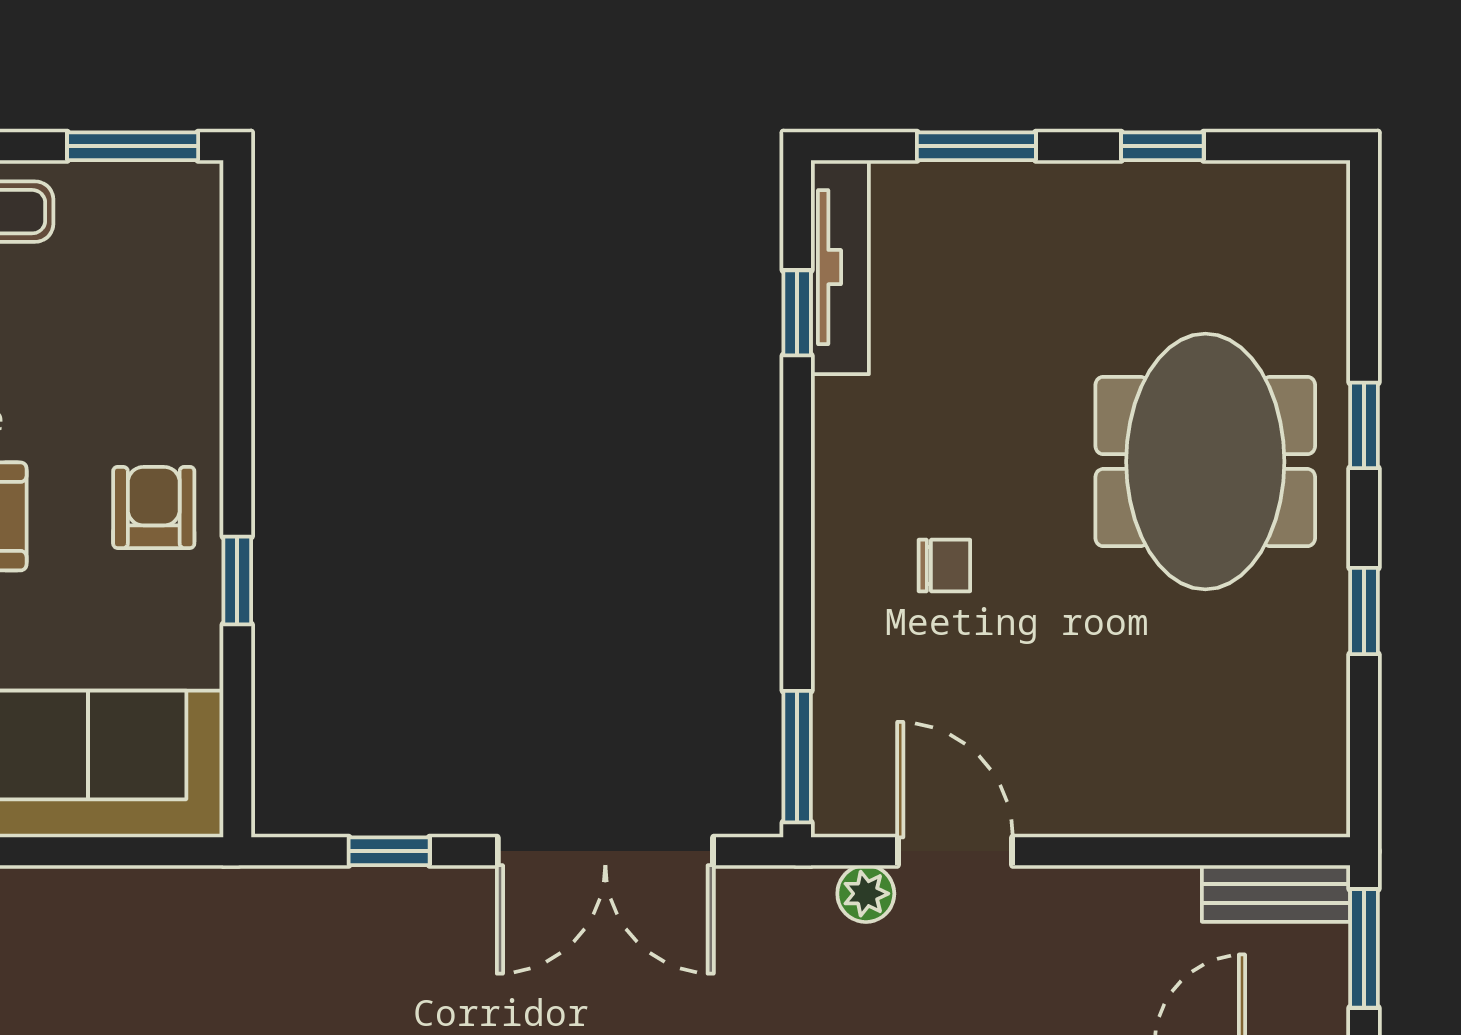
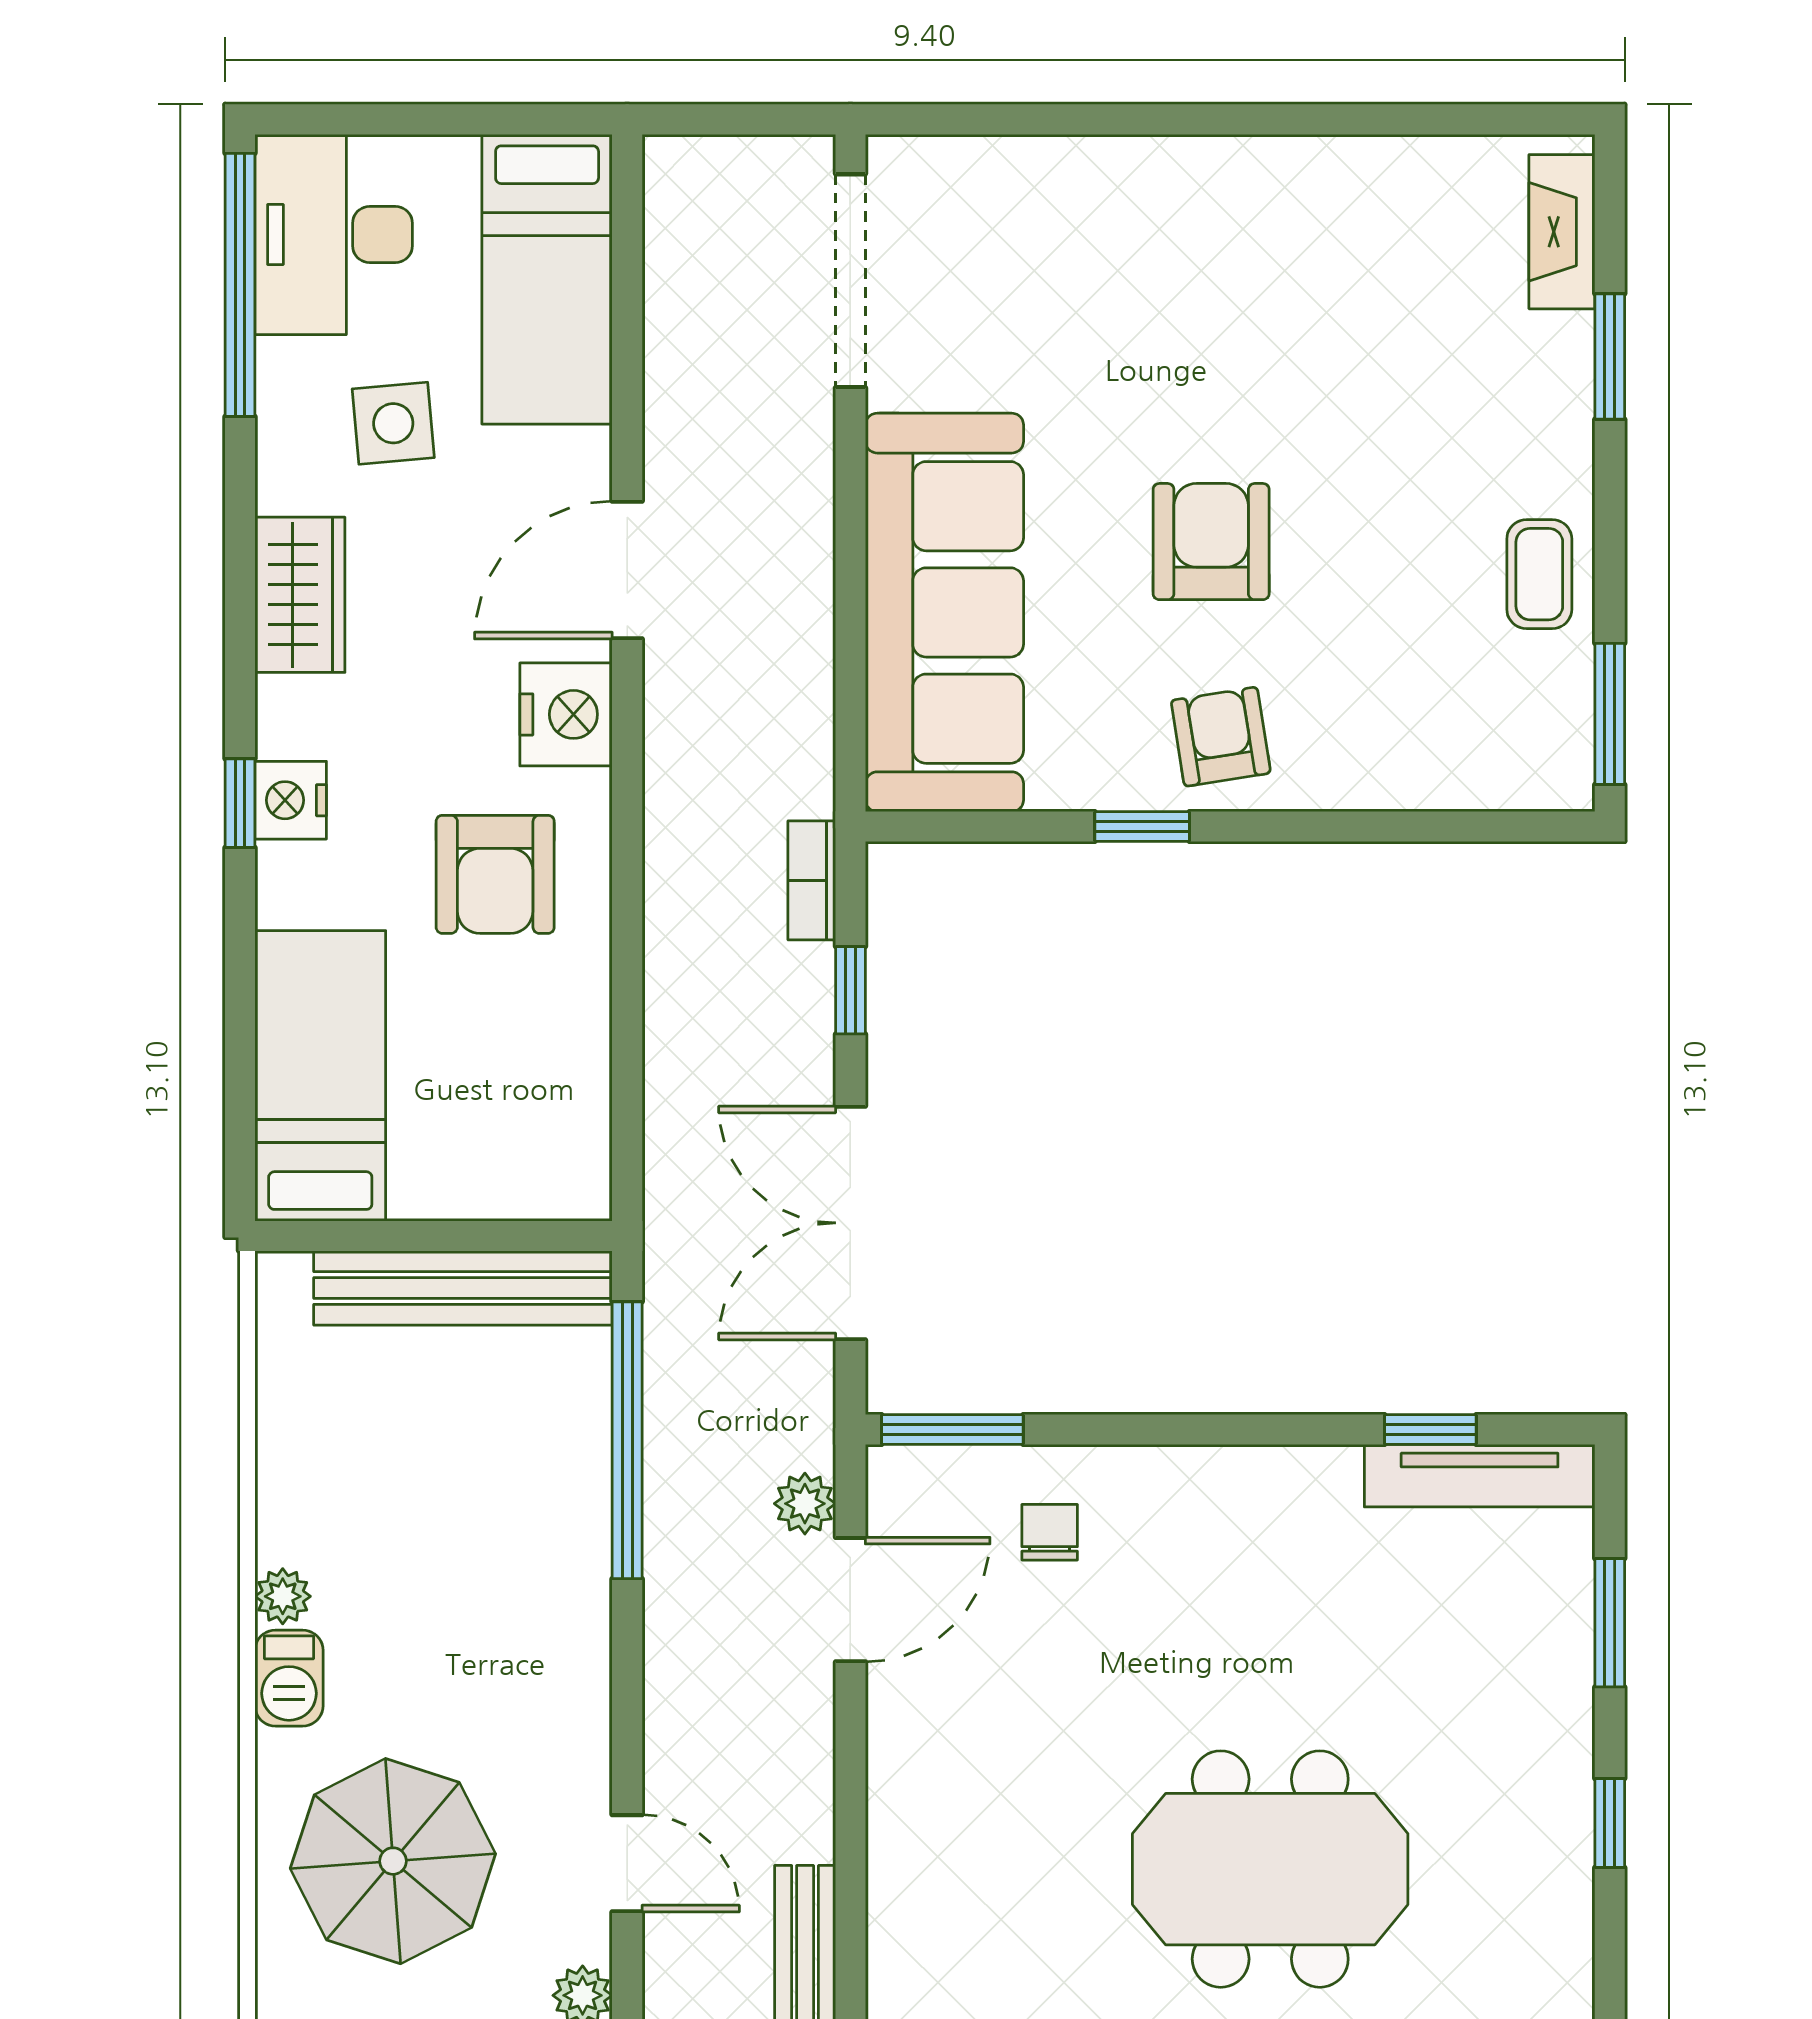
armchair: (154, 507) -> (1221, 737), turned -99
chair: (944, 566) -> (1050, 1532), moved, turned 180
bookcase: (287, 887) -> (812, 880), added

